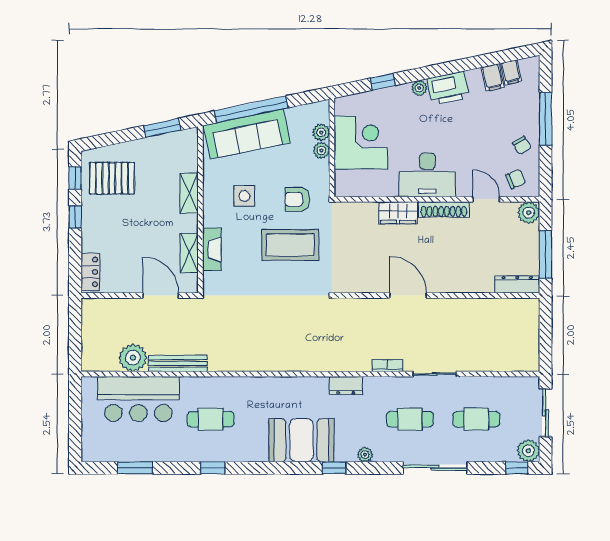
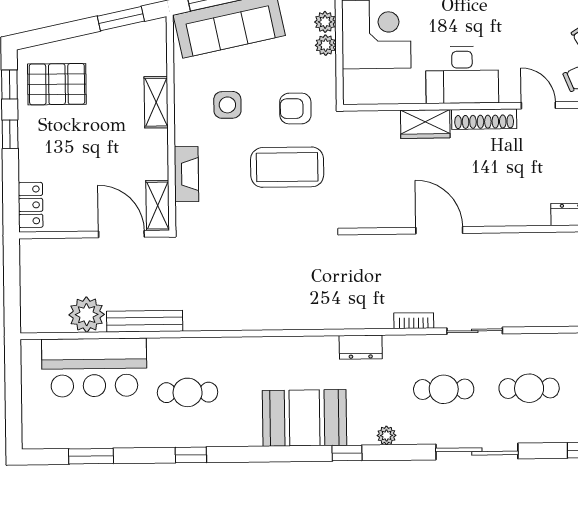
shelving: (189, 253) -> (158, 206), moved

